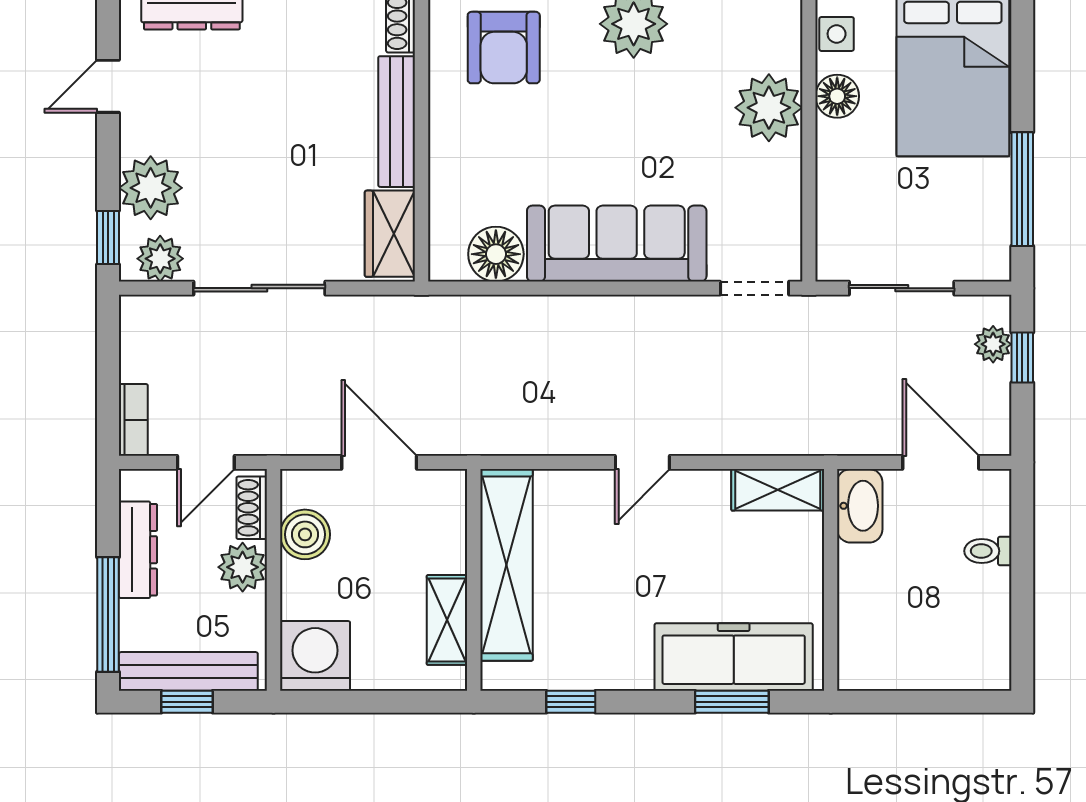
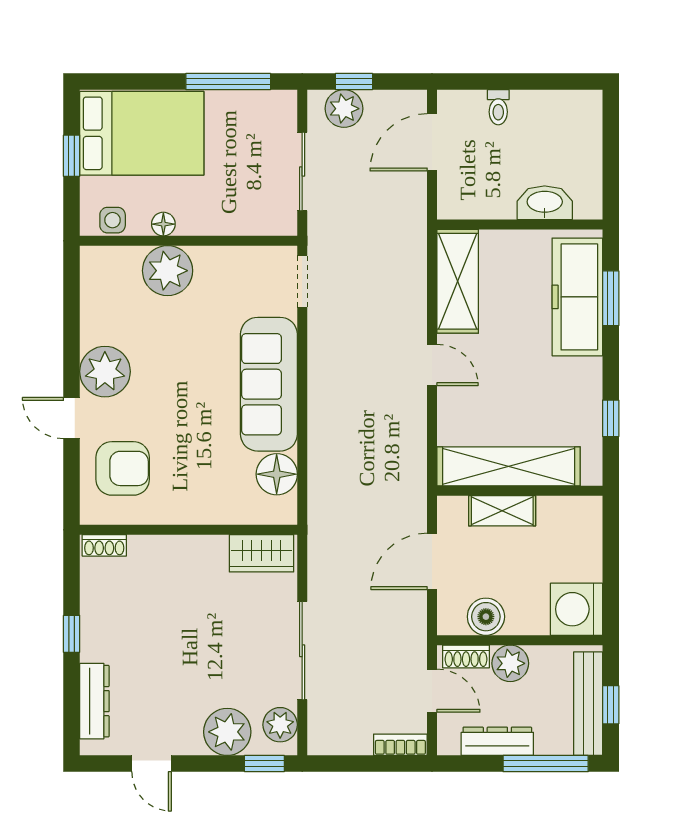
floor lamp: (837, 96) -> (163, 224), width x0.73, depth x0.73
bench: (397, 122) -> (178, 548), removed
plant: (993, 344) -> (344, 109), width x1.38, depth x1.38
shelving: (778, 490) -> (458, 281), width x1.50, depth x1.33
washbasin: (860, 506) -> (545, 203), moved
shelving: (447, 620) -> (502, 511), moved

